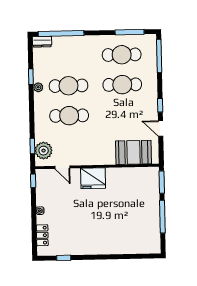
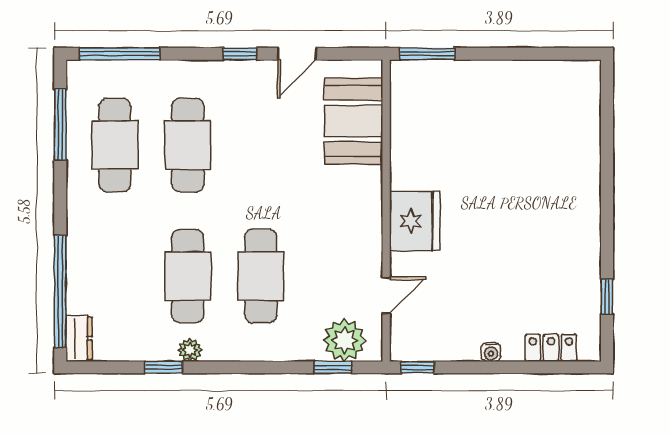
window: (162, 217) -> (512, 54), removed

